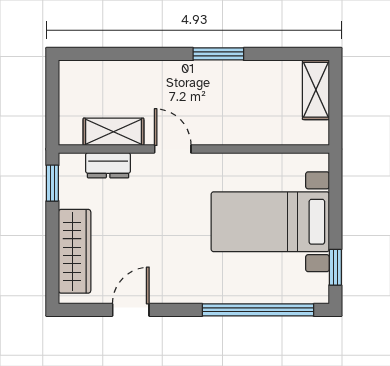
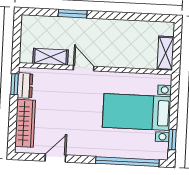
window: (218, 54) -> (73, 14), moved
shelving: (316, 90) -> (166, 53), moved
dresser: (108, 165) -> (25, 86), moved, turned -90

